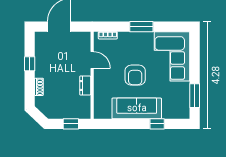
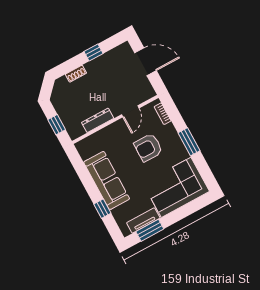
armchair: (135, 75) -> (148, 148), moved
dresser: (85, 85) -> (98, 120), width x1.44
tv unit: (184, 97) -> (143, 220), added

